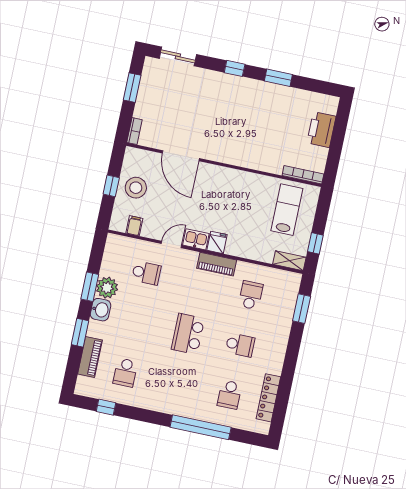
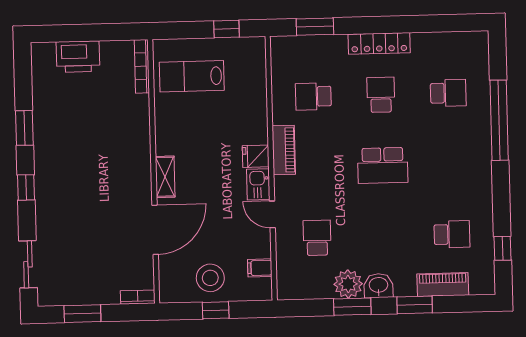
shelving: (289, 261) -> (165, 177), moved
locker: (268, 398) -> (379, 43), moved

